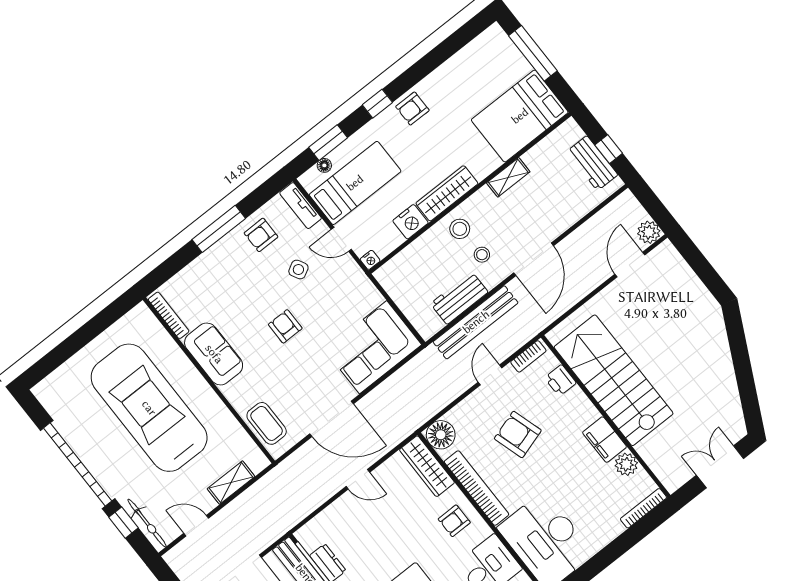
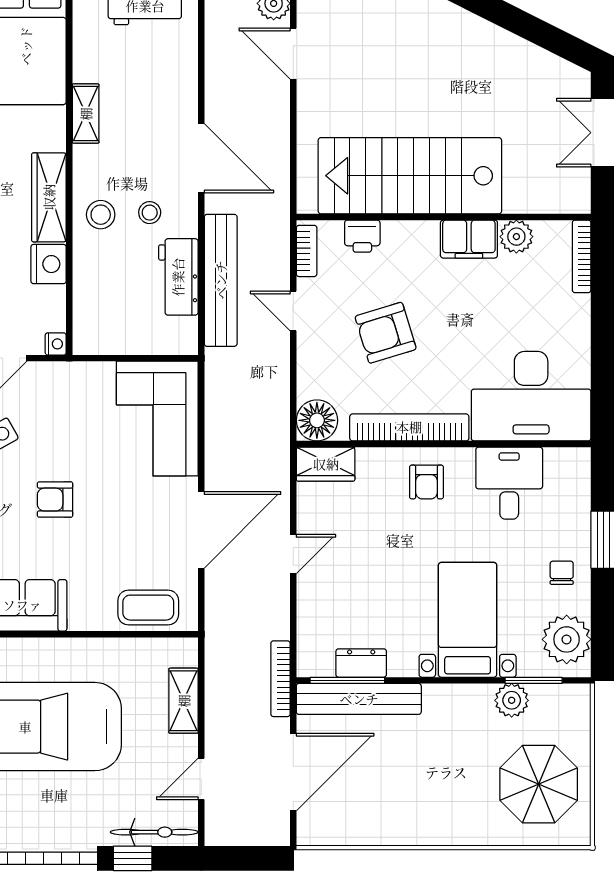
wardrobe: (427, 466) -> (326, 464), width x0.67
bookcase: (285, 526) -> (280, 679), added

